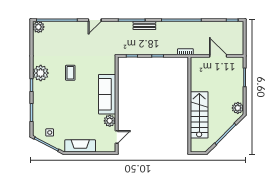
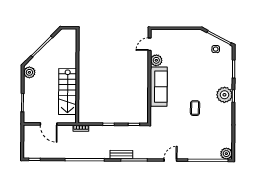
plant: (41, 73) -> (224, 95), moved
stairs: (199, 115) -> (68, 92), moved
fireplace: (80, 146) -> (186, 36), removed

